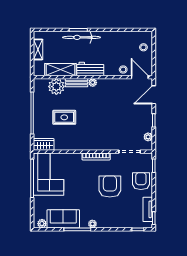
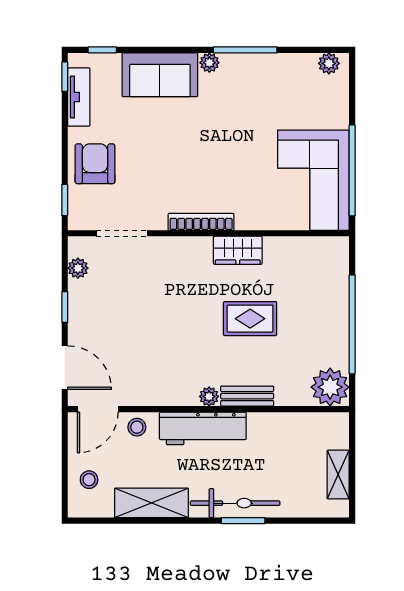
workbench: (90, 69) -> (203, 428), width x1.38
shelving: (60, 70) -> (152, 503), moved
door: (140, 77) -> (98, 409), hinge flipped
plant: (56, 87) -> (330, 387), moved
door: (154, 95) -> (65, 368), hinge flipped
rug: (64, 117) -> (250, 319), moved
wardrobe: (44, 144) -> (238, 250), moved
armchair: (141, 181) -> (95, 164), turned 180
armchair: (110, 186) -> (168, 151), removed
sofa: (63, 219) -> (160, 75), moved

